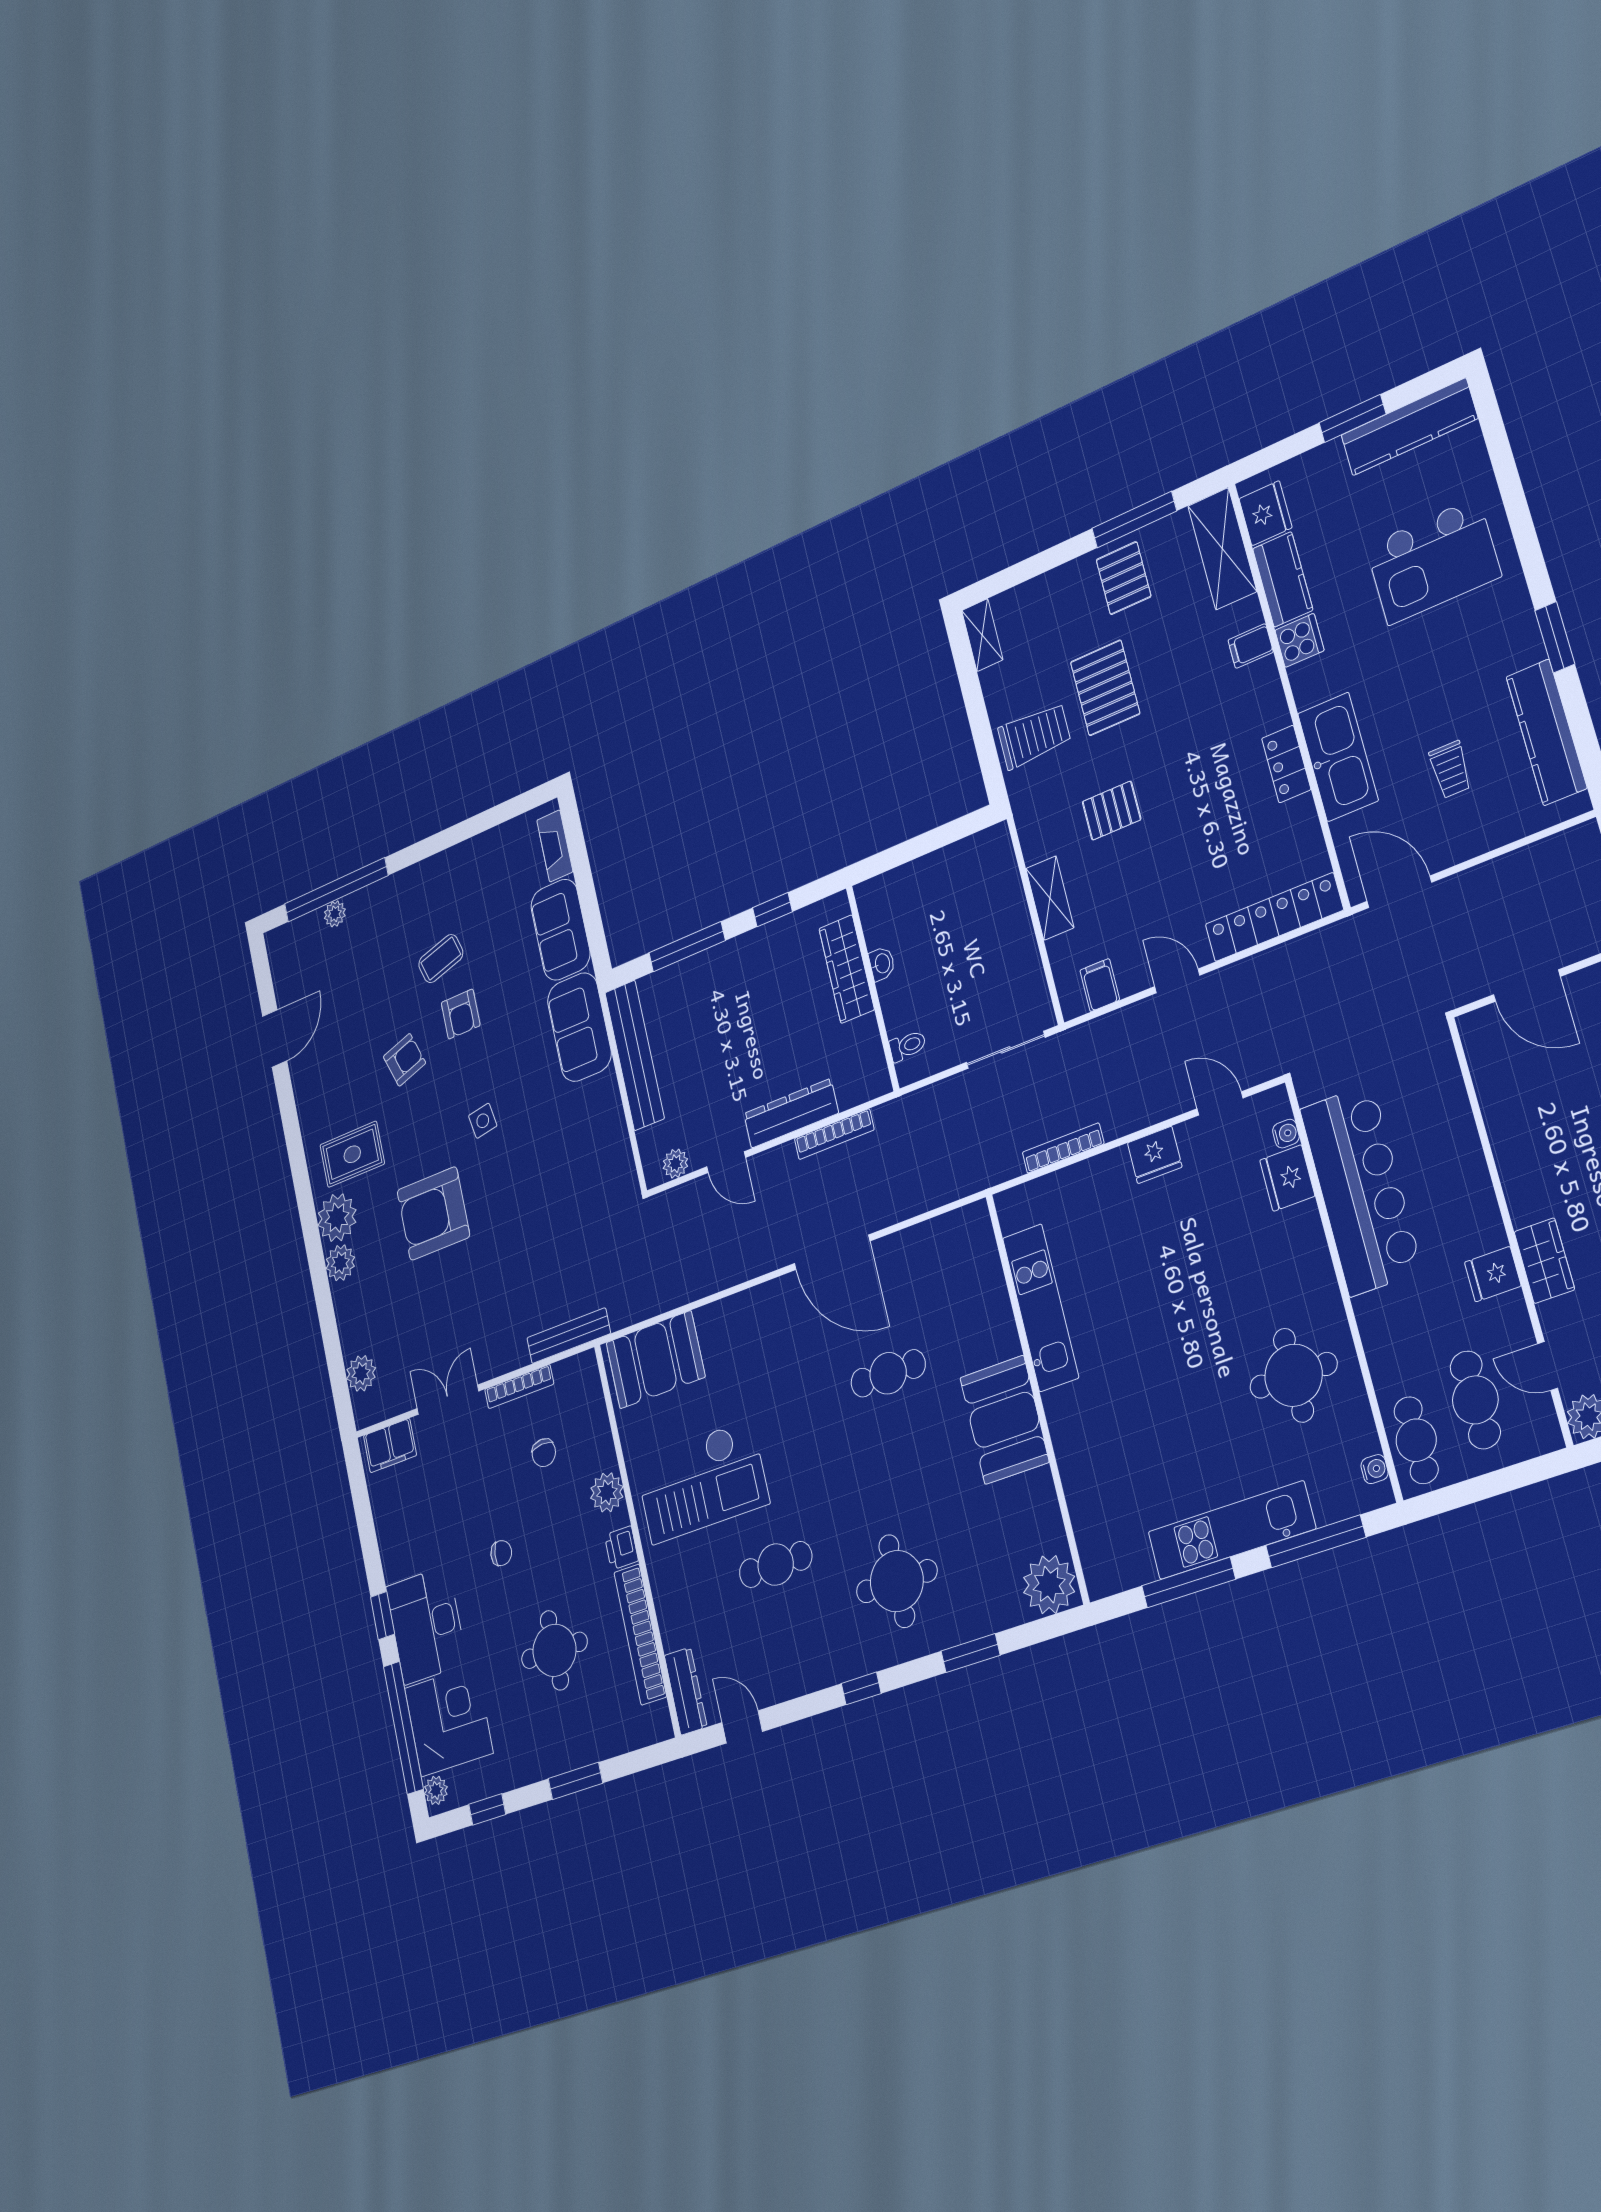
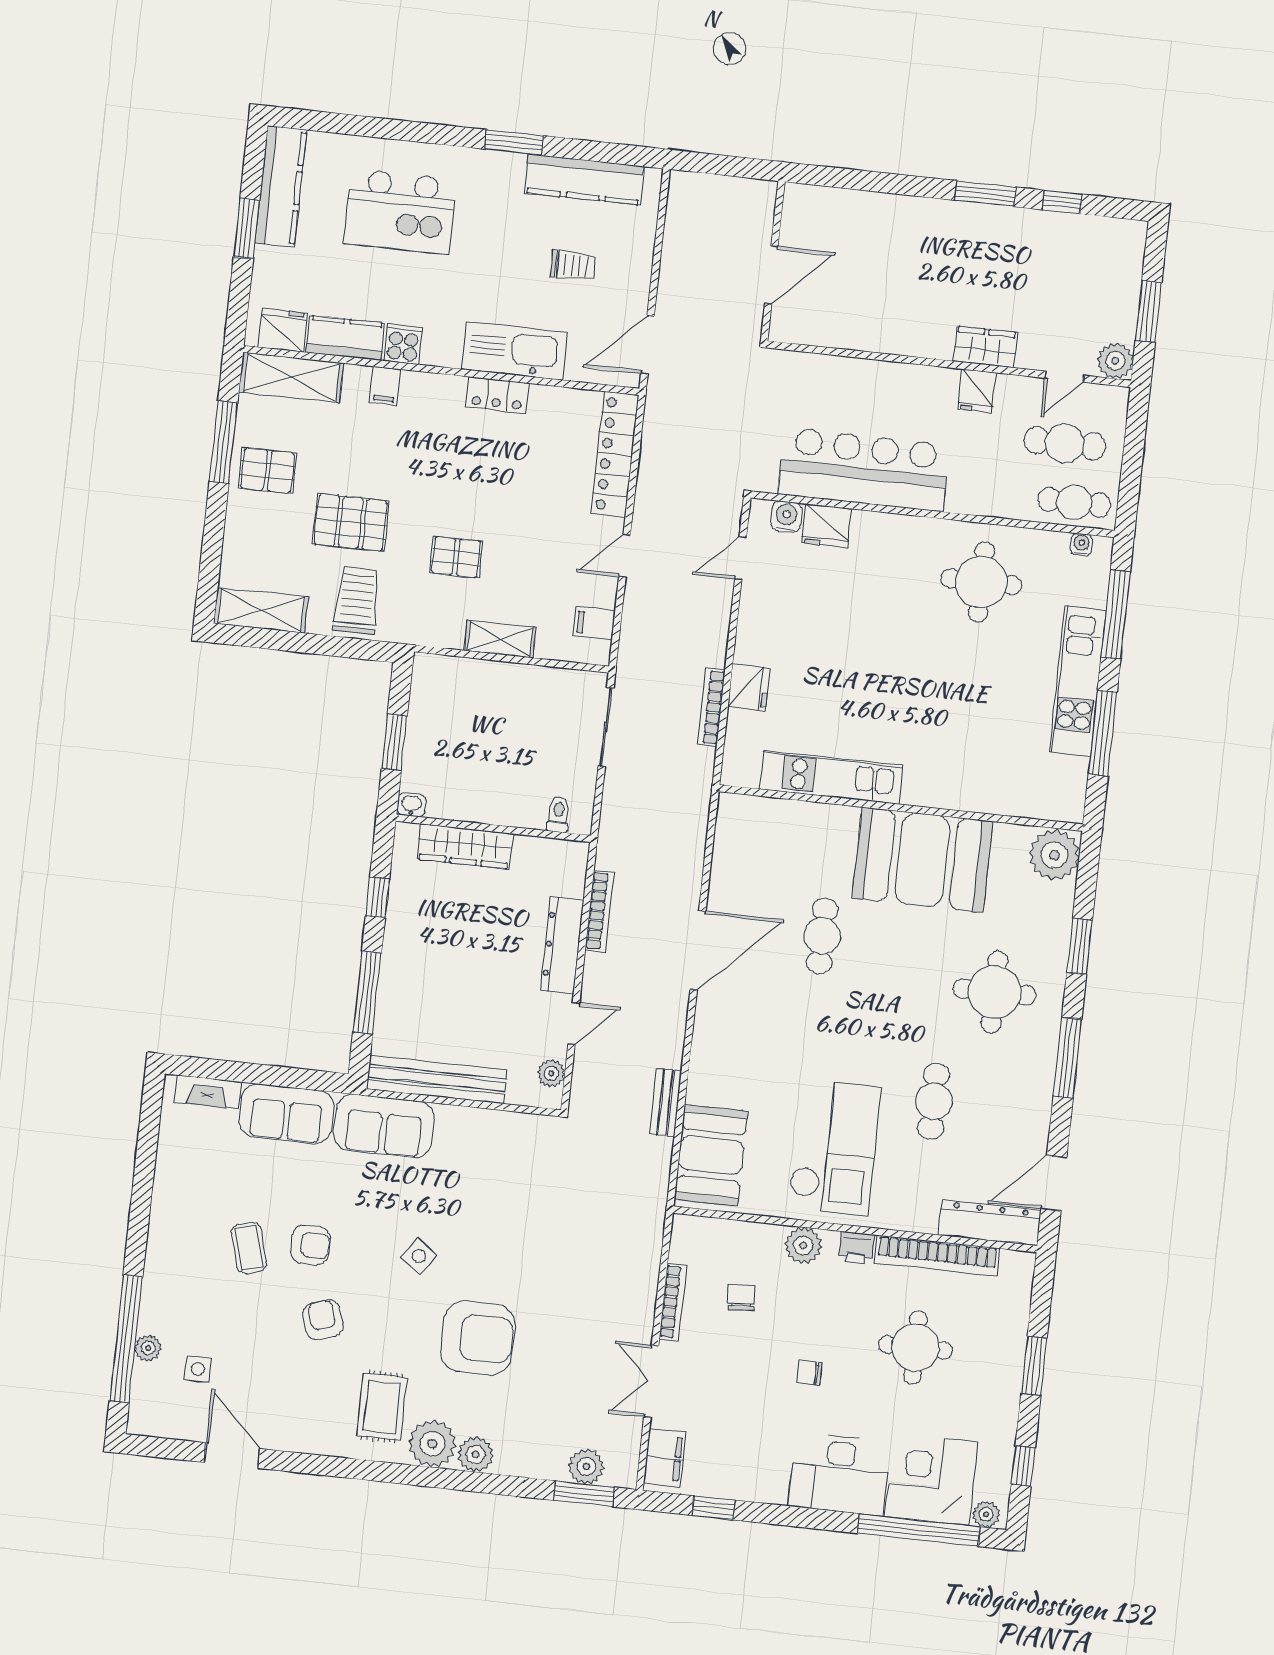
kitchen island: (1433, 561) -> (400, 212), turned 90
shelving: (982, 635) -> (261, 610), width x1.50, depth x1.33
pallet: (1112, 811) -> (456, 557), turned 90
window: (917, 847) -> (394, 742), added
washbasin: (882, 964) -> (411, 805), moved
side table: (332, 968) -> (198, 1369), added
side table: (483, 1121) -> (419, 1256), turned 45
water cooler: (1286, 1134) -> (786, 517), width x1.38, depth x1.38
fridge: (1155, 1155) -> (749, 687), moved
armchair: (433, 1213) -> (478, 1338), turned -90
bench: (569, 1336) -> (666, 1102), moved, width x0.73
window: (339, 1383) -> (584, 1494), added
booth: (1004, 1420) -> (922, 860), width x1.36, depth x1.42
chair: (544, 1453) -> (741, 1297), turned -91
chair: (501, 1553) -> (810, 1373), turned -96
window: (382, 1616) -> (714, 1508), moved
window: (861, 1688) -> (1067, 1058), width x2.17
dresser: (686, 1691) -> (990, 1223), width x1.37, depth x1.24
door: (742, 1727) -> (1054, 1183), width x1.38

